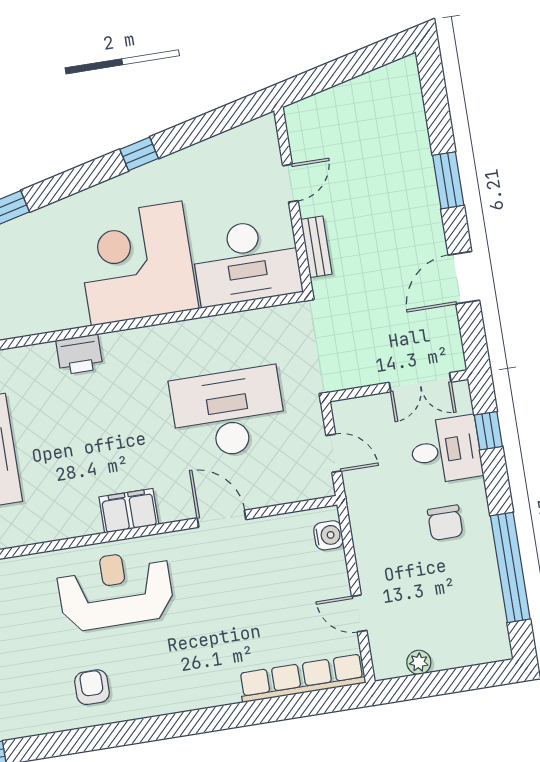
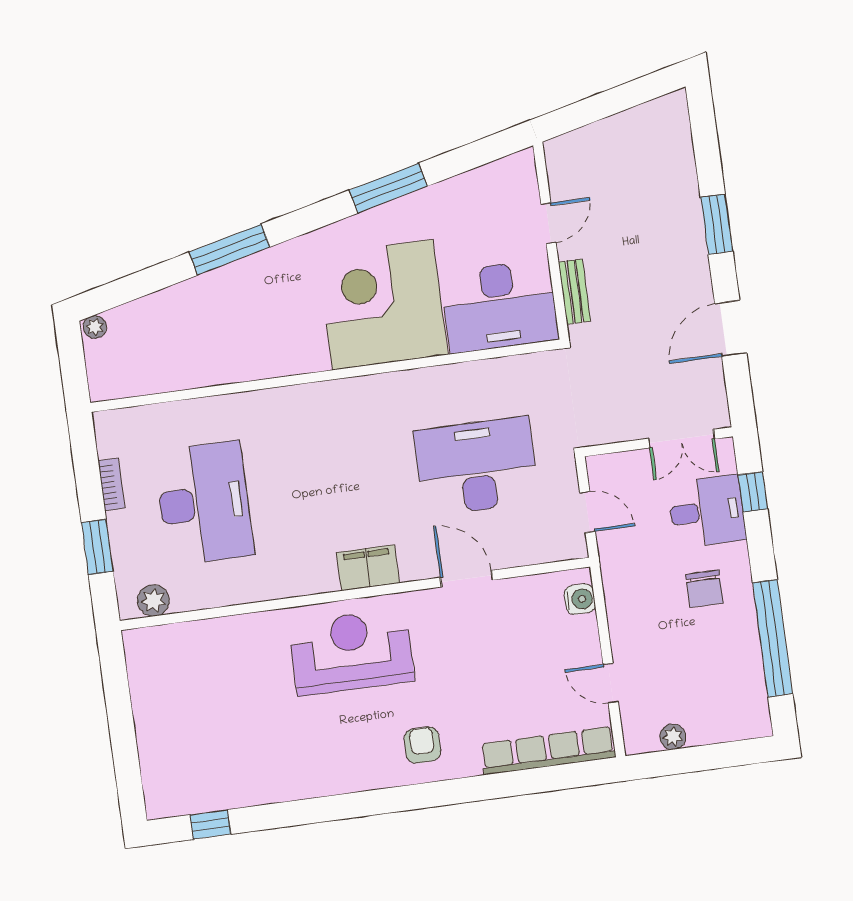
window: (139, 154) -> (388, 188), width x2.17
printer: (79, 354) -> (319, 400), removed
armchair: (92, 687) -> (422, 745), moved

